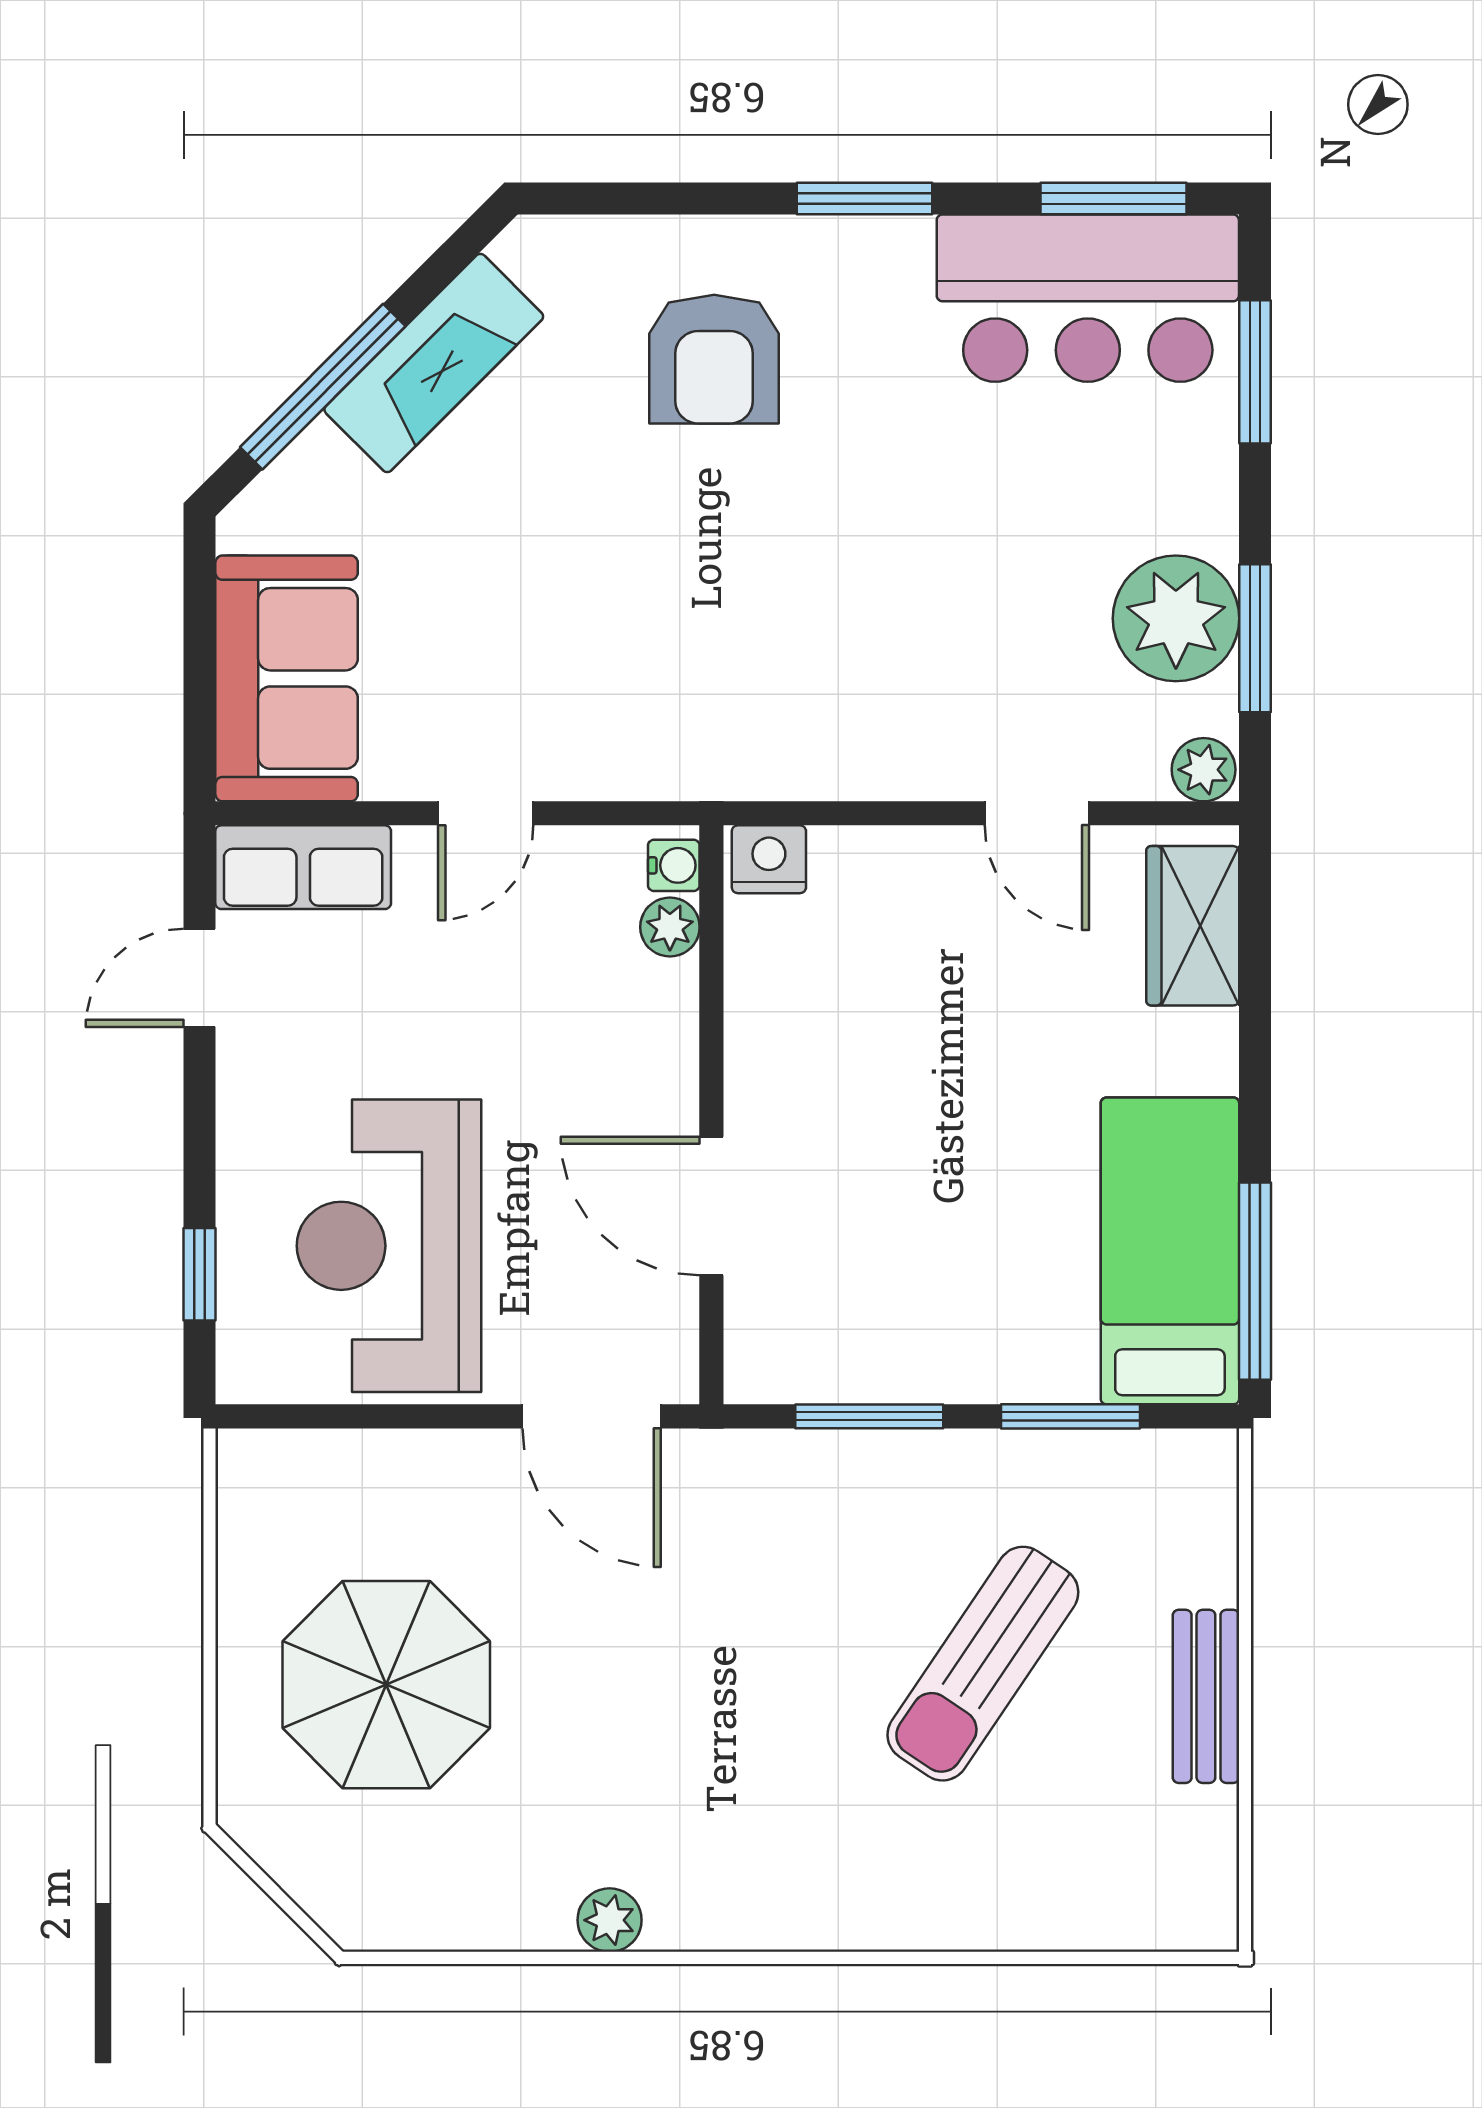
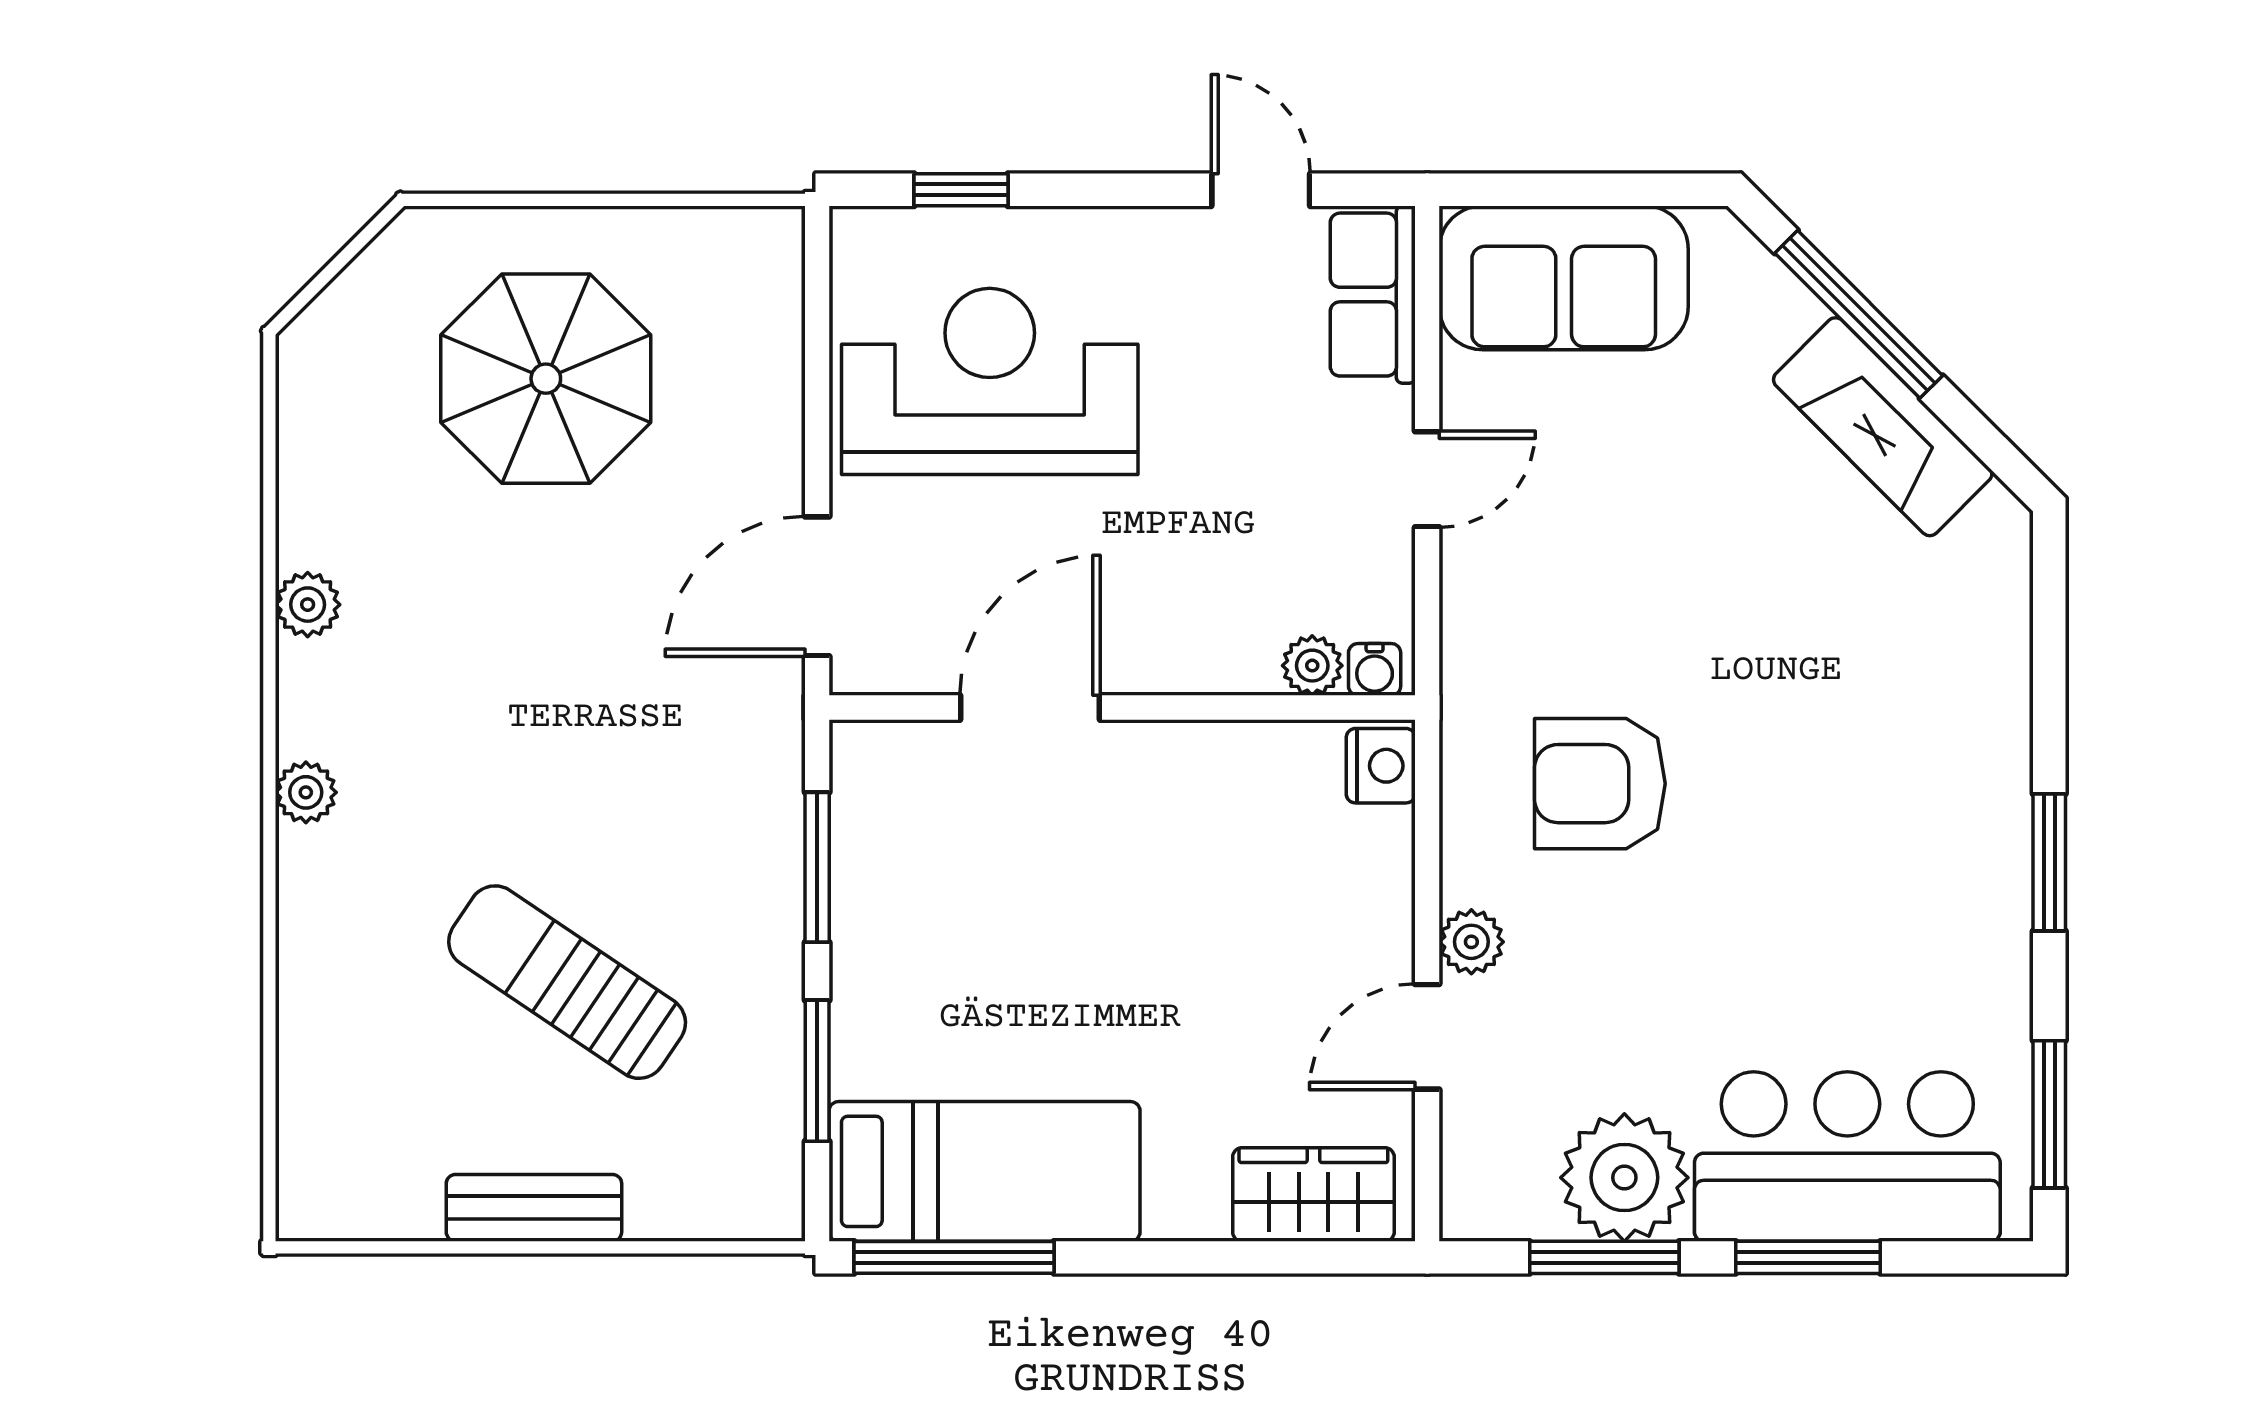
bar counter: (1088, 298) -> (1847, 1156), moved, turned 90
armchair: (714, 359) -> (1600, 784), moved
window: (1255, 372) -> (1808, 1257), moved
plant: (1204, 770) -> (1471, 942), moved
door: (486, 813) -> (1427, 479), swing flipped
plant: (795, 1922) -> (306, 792), added

